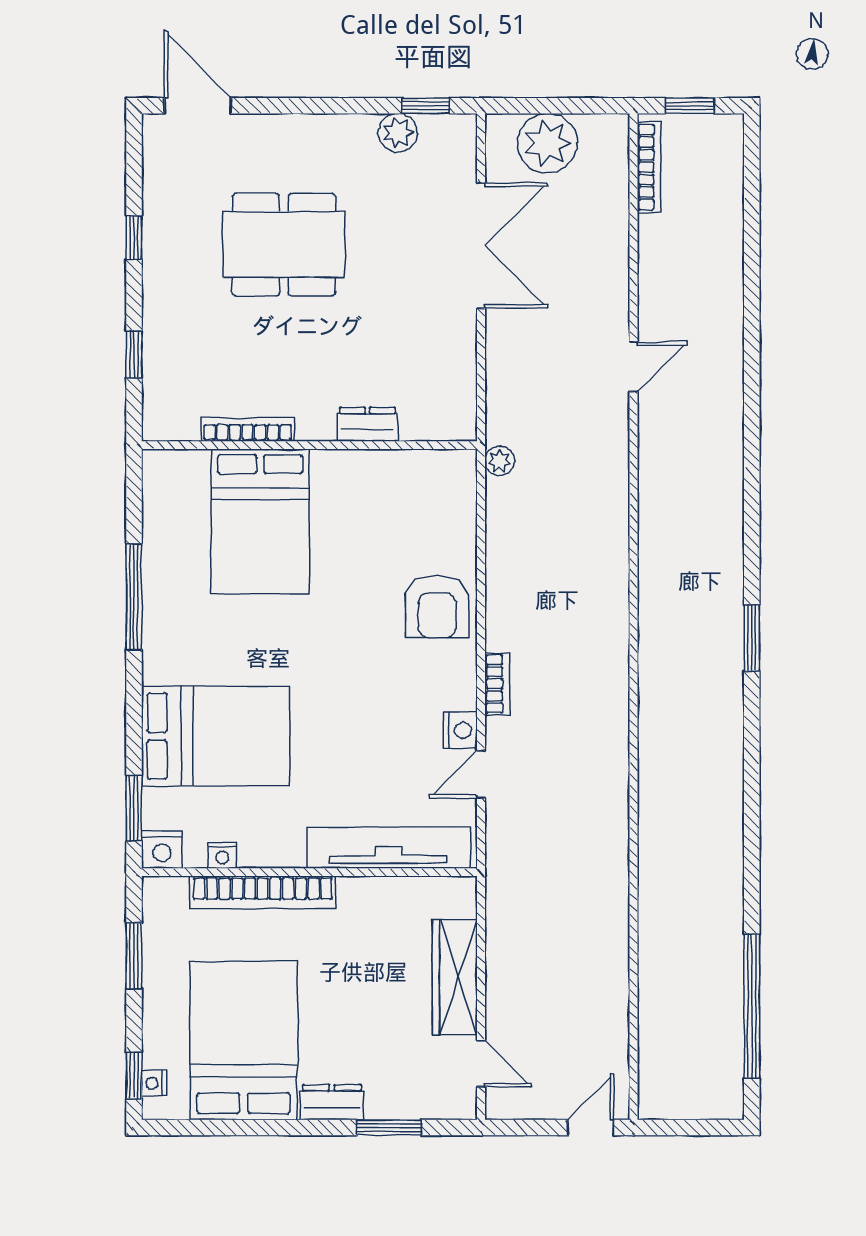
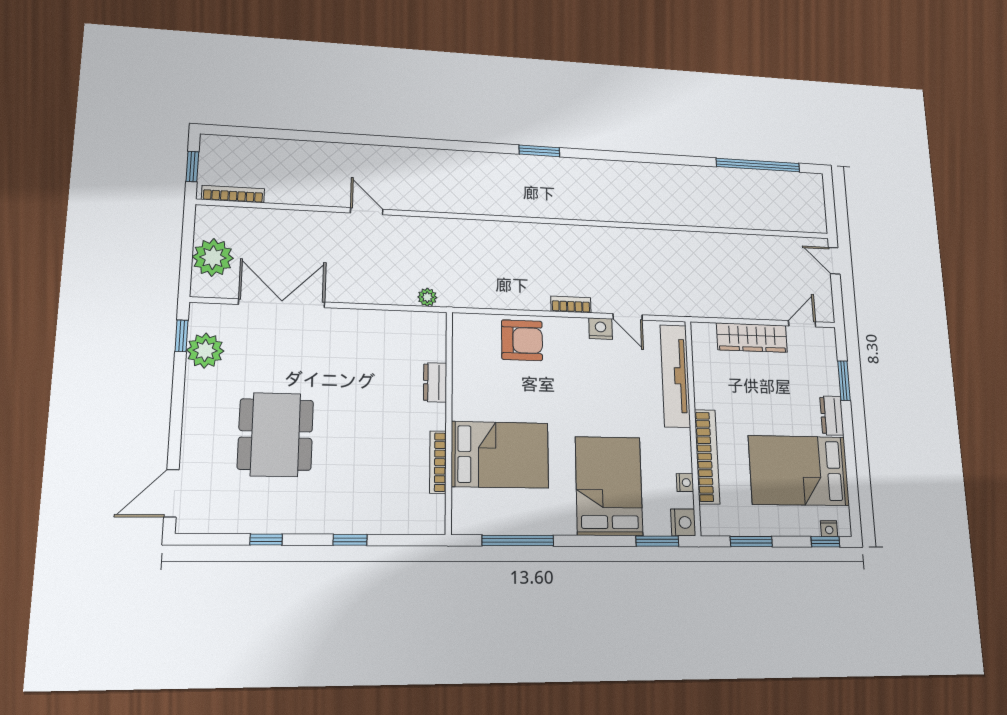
plant: (398, 133) -> (205, 351), width x1.36, depth x1.36
dresser: (367, 424) -> (435, 382), moved
bookcase: (248, 429) -> (438, 462), moved
wall: (309, 445) -> (449, 421), moved
bed: (260, 521) -> (500, 455), moved

